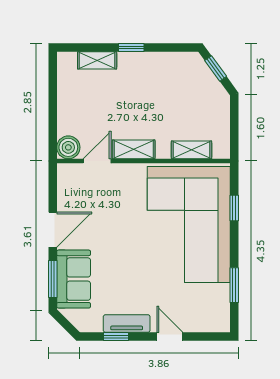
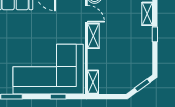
shelving: (191, 150) -> (93, 82), moved

